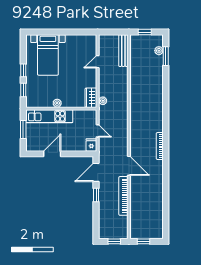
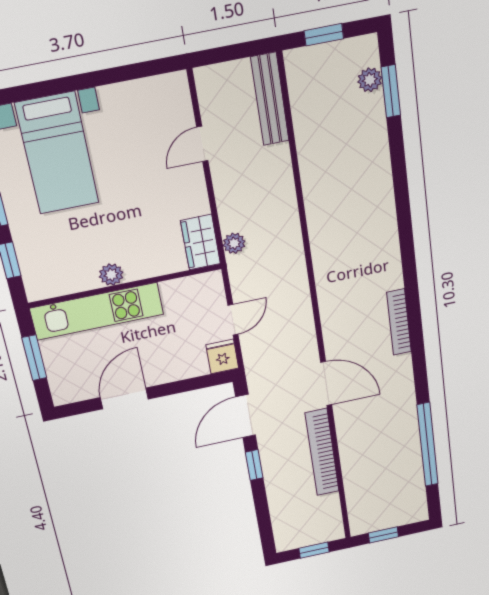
door: (98, 131) -> (233, 320), hinge flipped
window: (166, 203) -> (428, 445), added

